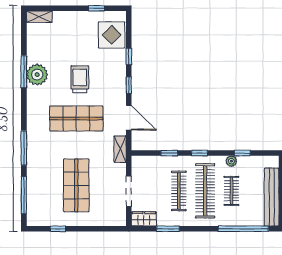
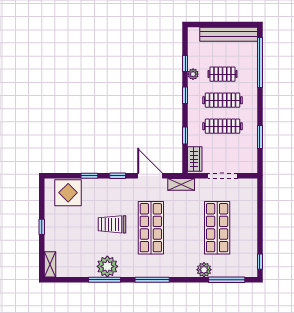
window: (96, 8) -> (42, 227), moved
door: (129, 118) -> (150, 176), hinge flipped
window: (24, 148) -> (152, 280), moved
window: (199, 153) -> (185, 95), moved
plant: (34, 172) -> (204, 270), added
shop shelf: (76, 185) -> (217, 228), turned 90
clothes rail: (205, 191) -> (222, 100), width x0.73, depth x0.76
wardrobe: (144, 219) -> (195, 159), moved, turned 180
window: (58, 229) -> (260, 262), moved

